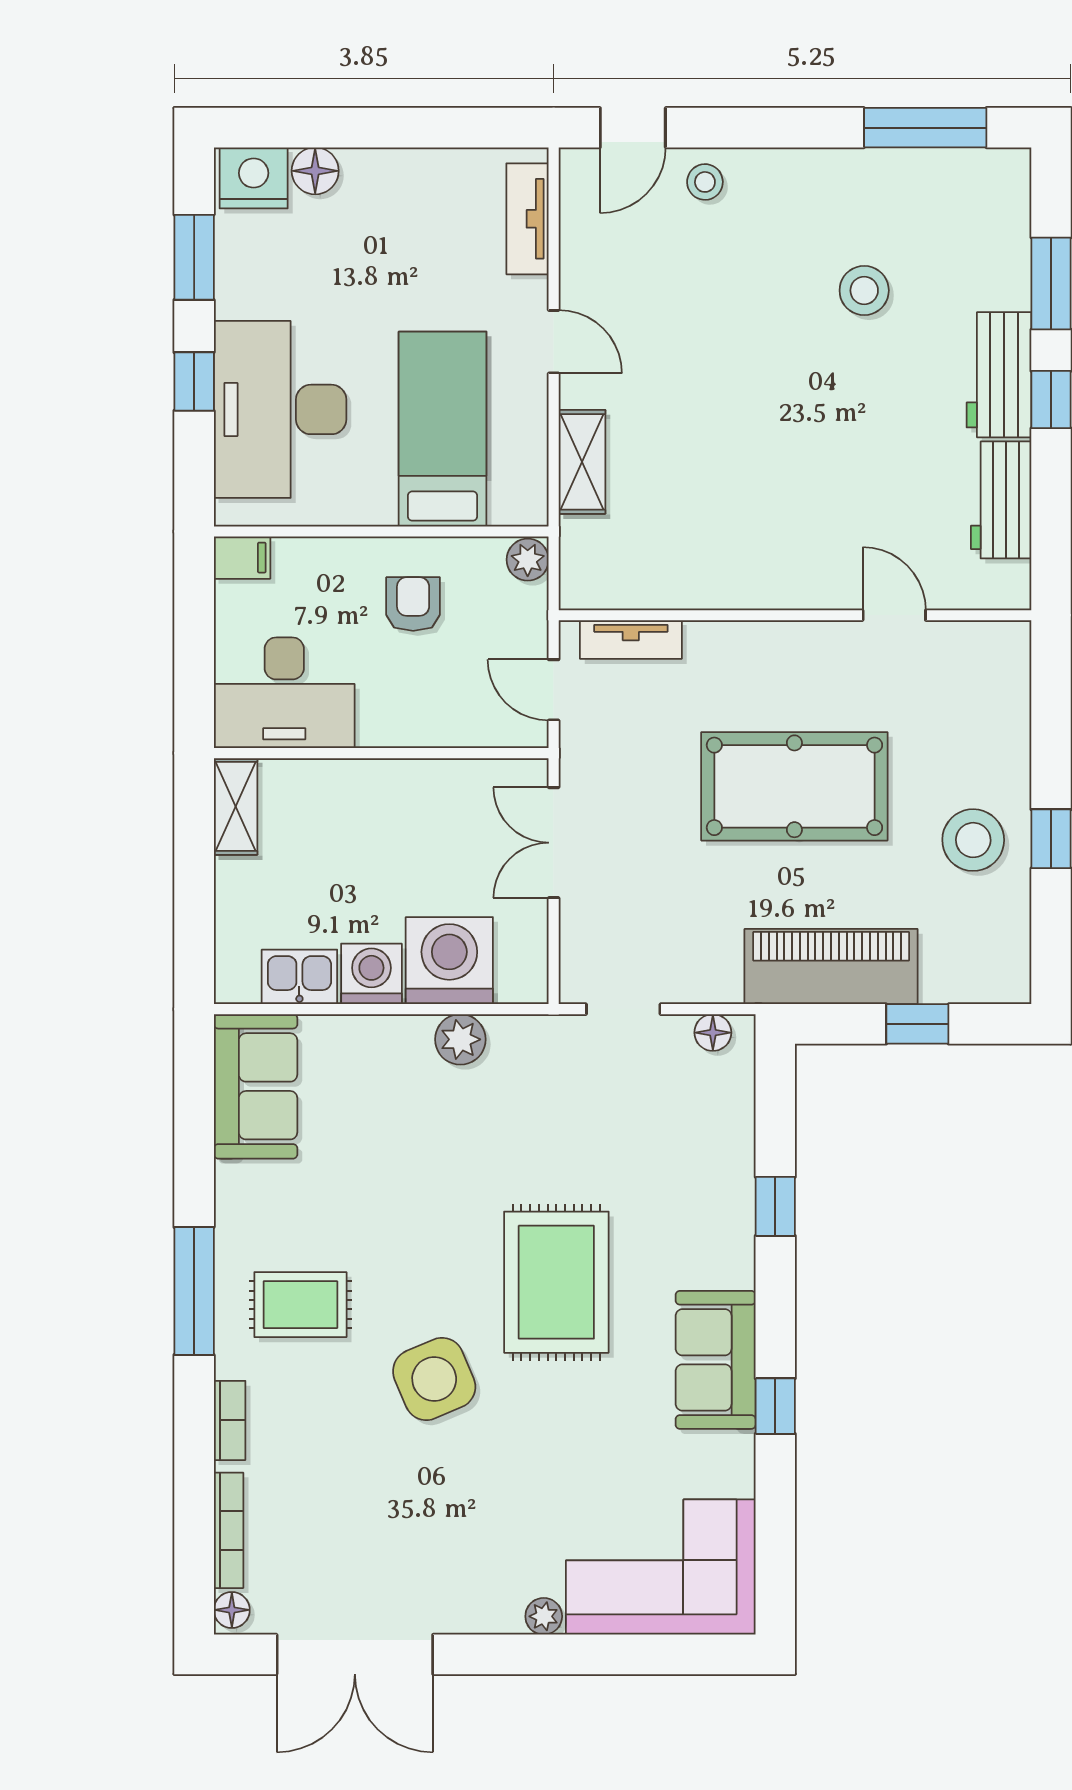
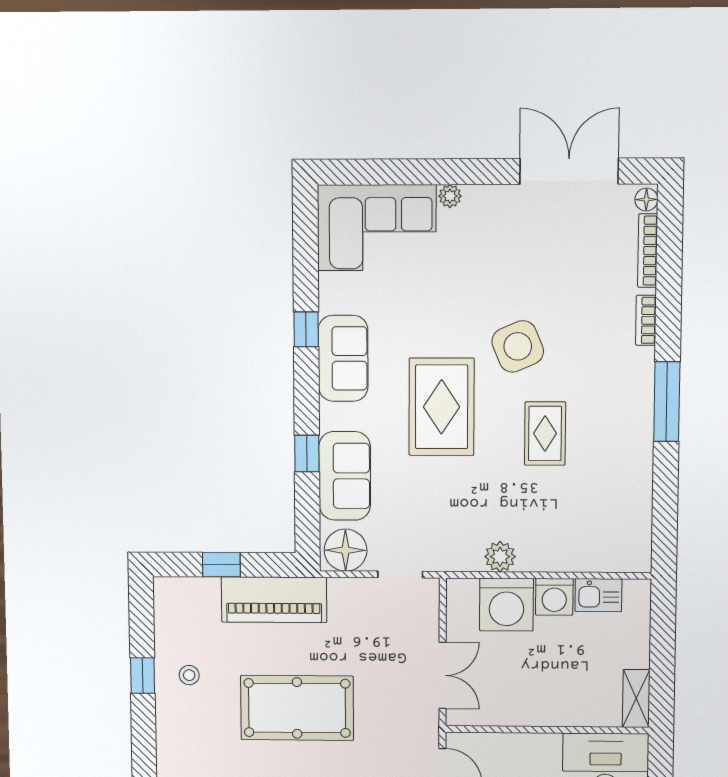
stool: (973, 840) -> (189, 675), width x0.53, depth x0.53
floor lamp: (713, 1033) -> (346, 550), width x1.89, depth x1.89
sofa: (256, 1086) -> (345, 476), moved, turned 180
rug: (300, 1305) -> (545, 433), moved, turned 90

